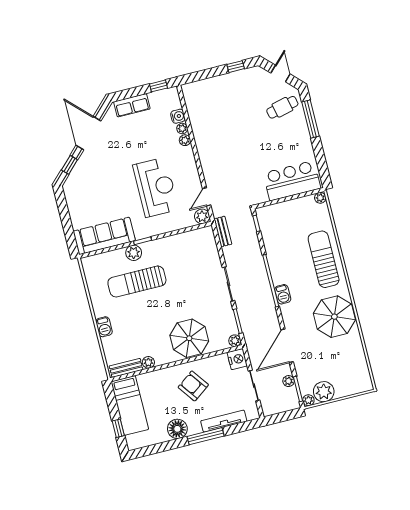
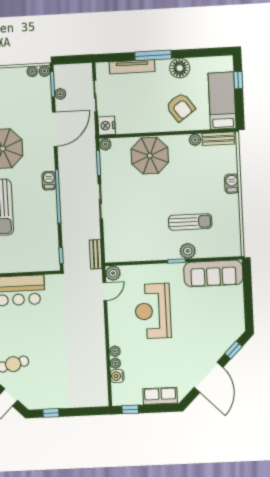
sun lounger: (137, 282) -> (190, 222), width x0.73, depth x0.75
armchair: (193, 386) -> (181, 107), moved
plant: (324, 392) -> (32, 71), width x0.53, depth x0.53

